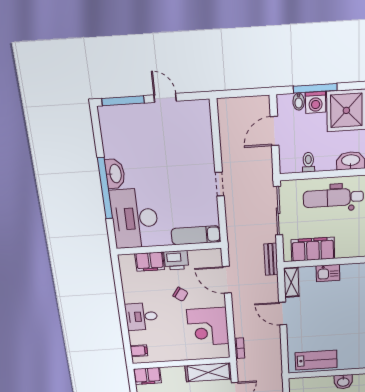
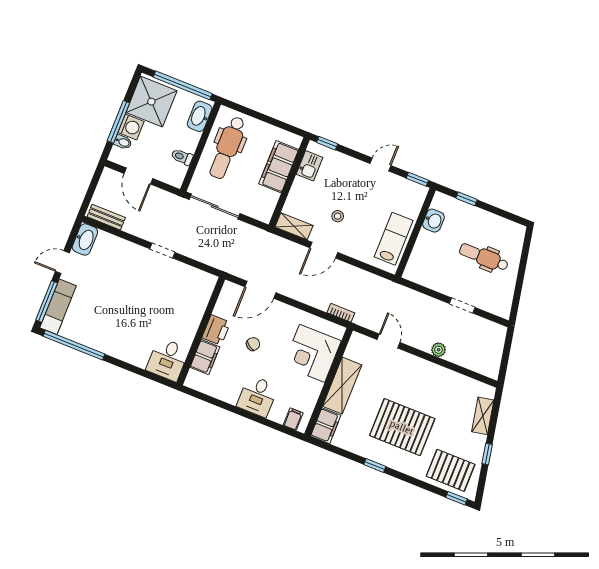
washbasin: (115, 174) -> (85, 239), moved, turned 90
window: (105, 188) -> (74, 345), moved
desk: (135, 218) -> (168, 359), width x0.53, depth x0.77
exam couch: (196, 235) -> (58, 307), moved, turned 180
filing cabinet: (313, 249) -> (279, 167), moved
bench: (271, 259) -> (106, 217), moved
kitchen sink: (328, 273) -> (309, 166), moved
stool: (315, 312) -> (338, 216), added
corner desk: (208, 327) -> (312, 353), moved, turned 90
shelving: (208, 372) -> (342, 386), moved

